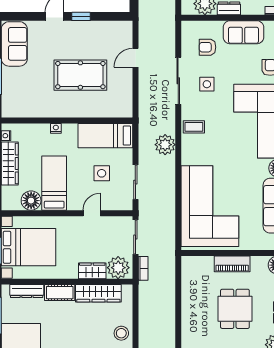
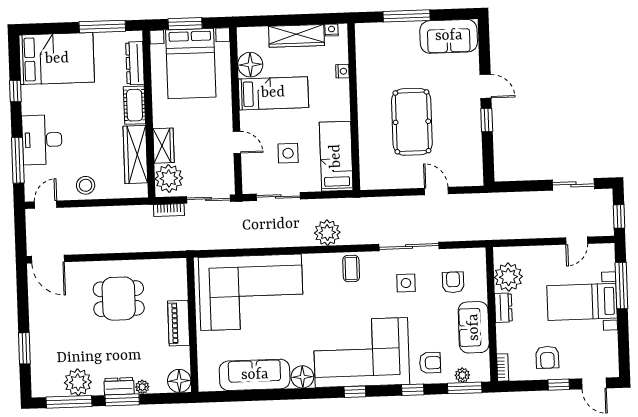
nightstand: (56, 128) -> (342, 71), moved
dining table: (235, 309) -> (119, 299), moved

